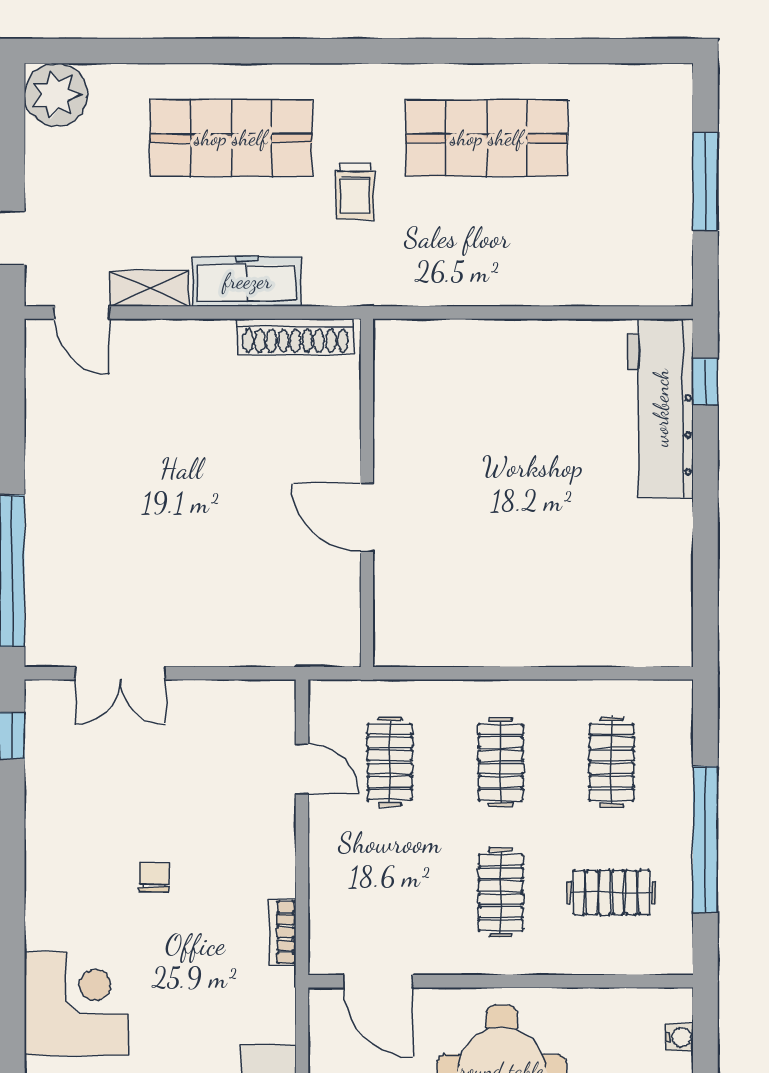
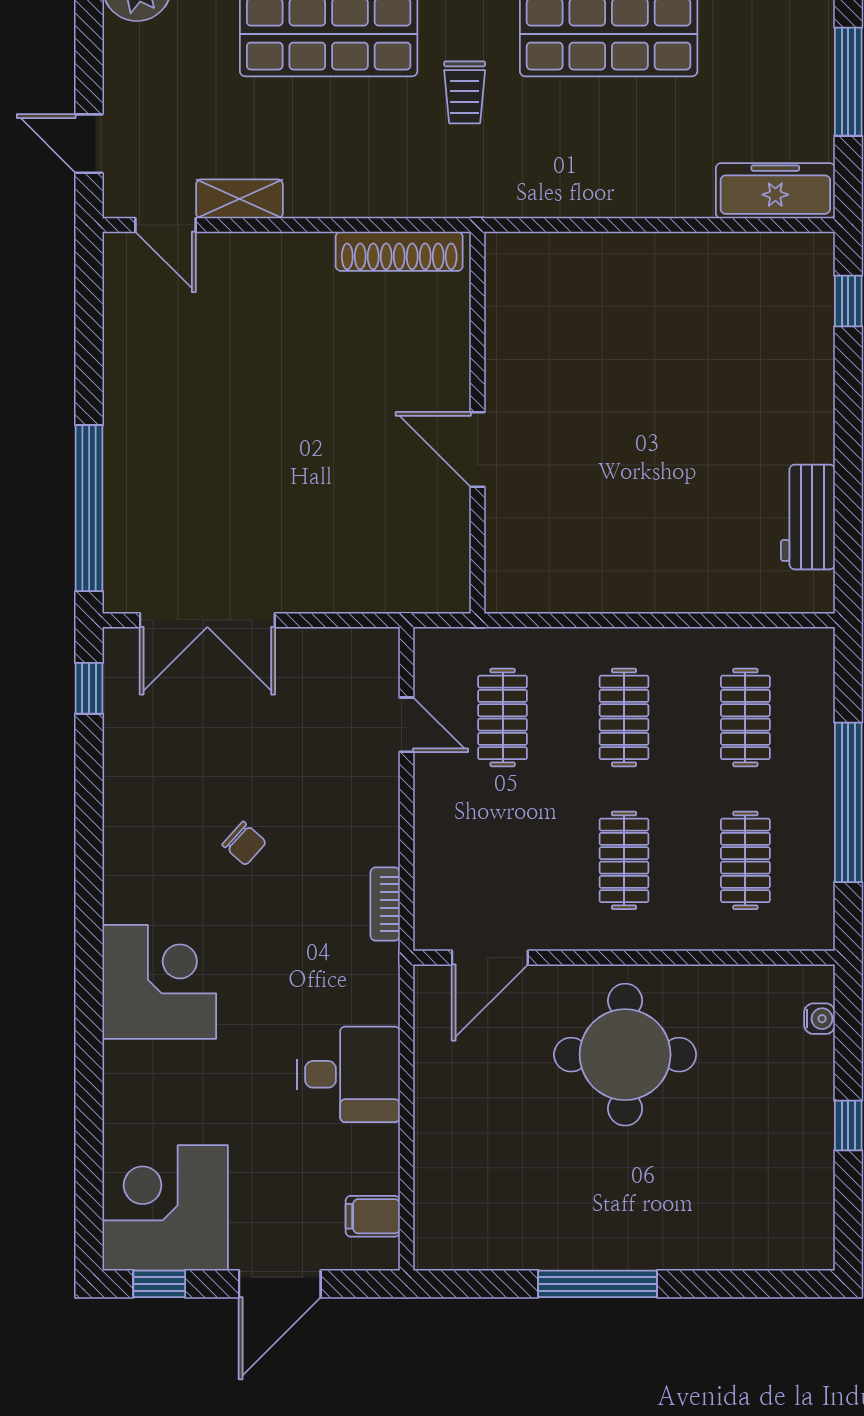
freezer: (247, 281) -> (775, 191), moved
workbench: (661, 408) -> (808, 517), moved, width x0.53, depth x0.76
double door: (120, 673) -> (207, 620), width x1.37
chair: (154, 877) -> (244, 843), turned 132
clothes rail: (612, 893) -> (745, 860), turned 90
door: (378, 981) -> (490, 958), hinge flipped

